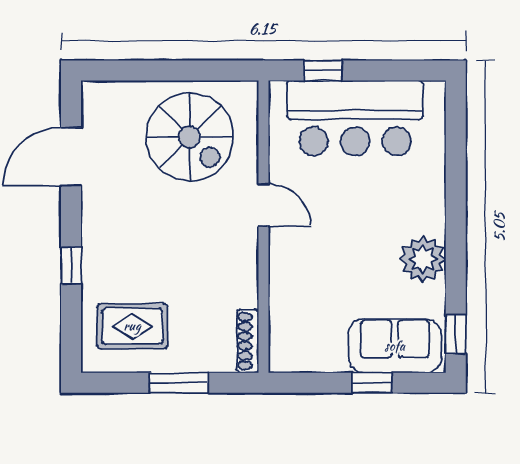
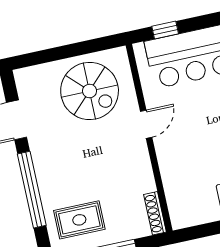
door: (263, 205) -> (146, 124), hinge flipped
window: (71, 266) -> (32, 190), width x3.17

